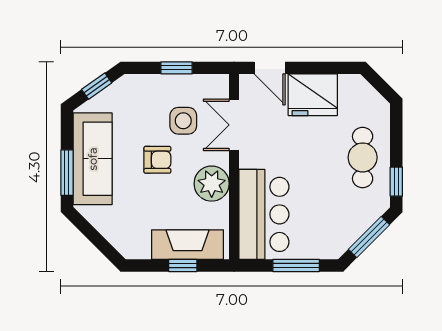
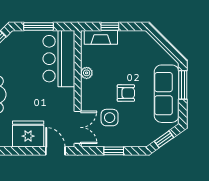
double door: (234, 125) -> (78, 127), moved
armchair: (157, 160) -> (126, 93), turned 180
plant: (212, 184) -> (87, 73), width x0.53, depth x0.53
fireplace: (188, 245) -> (101, 37), width x0.73, depth x0.76

